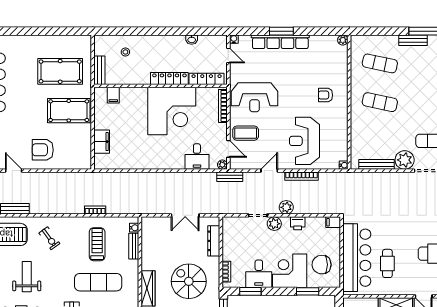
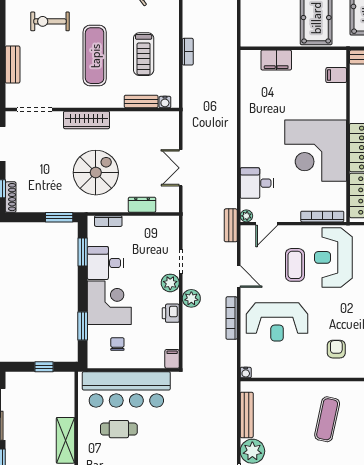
coffee table: (246, 133) -> (295, 265), moved
reception desk: (304, 141) -> (277, 322), turned 180
dresser: (214, 241) -> (142, 205), width x0.70
treadmill: (97, 244) -> (144, 54), turned 90
chair: (322, 265) -> (117, 344), width x0.54, depth x0.54

